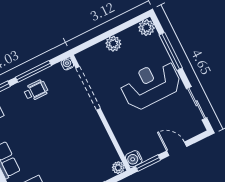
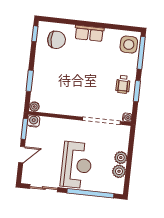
plant: (146, 28) -> (119, 171), moved
window: (171, 51) -> (90, 193), width x1.46
window: (33, 71) -> (137, 91), width x0.69

